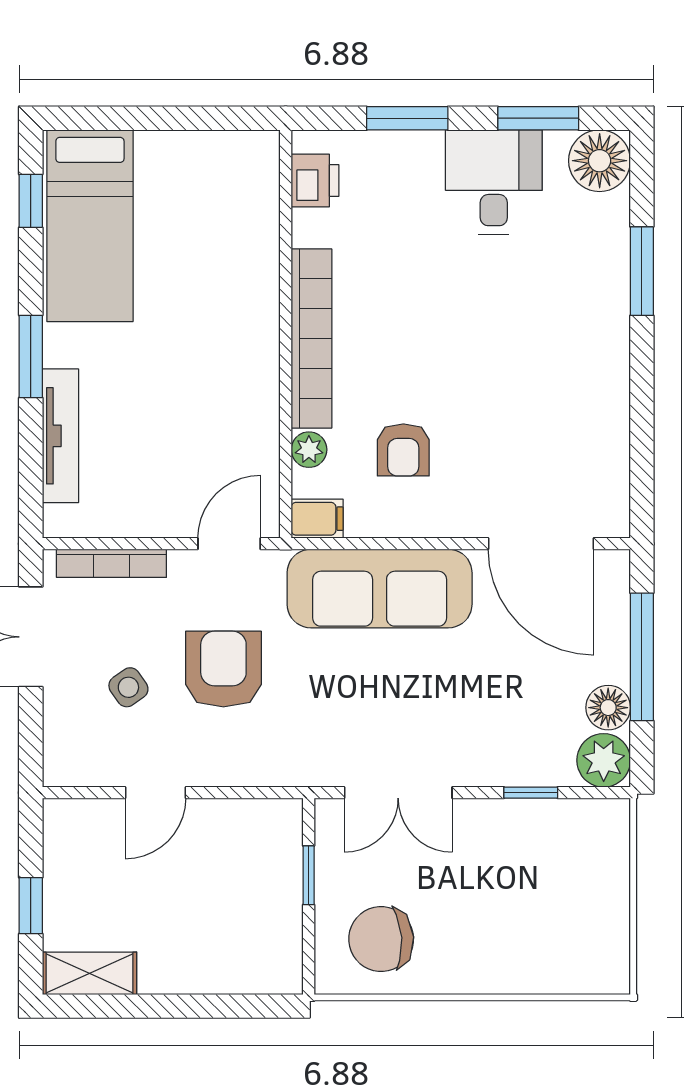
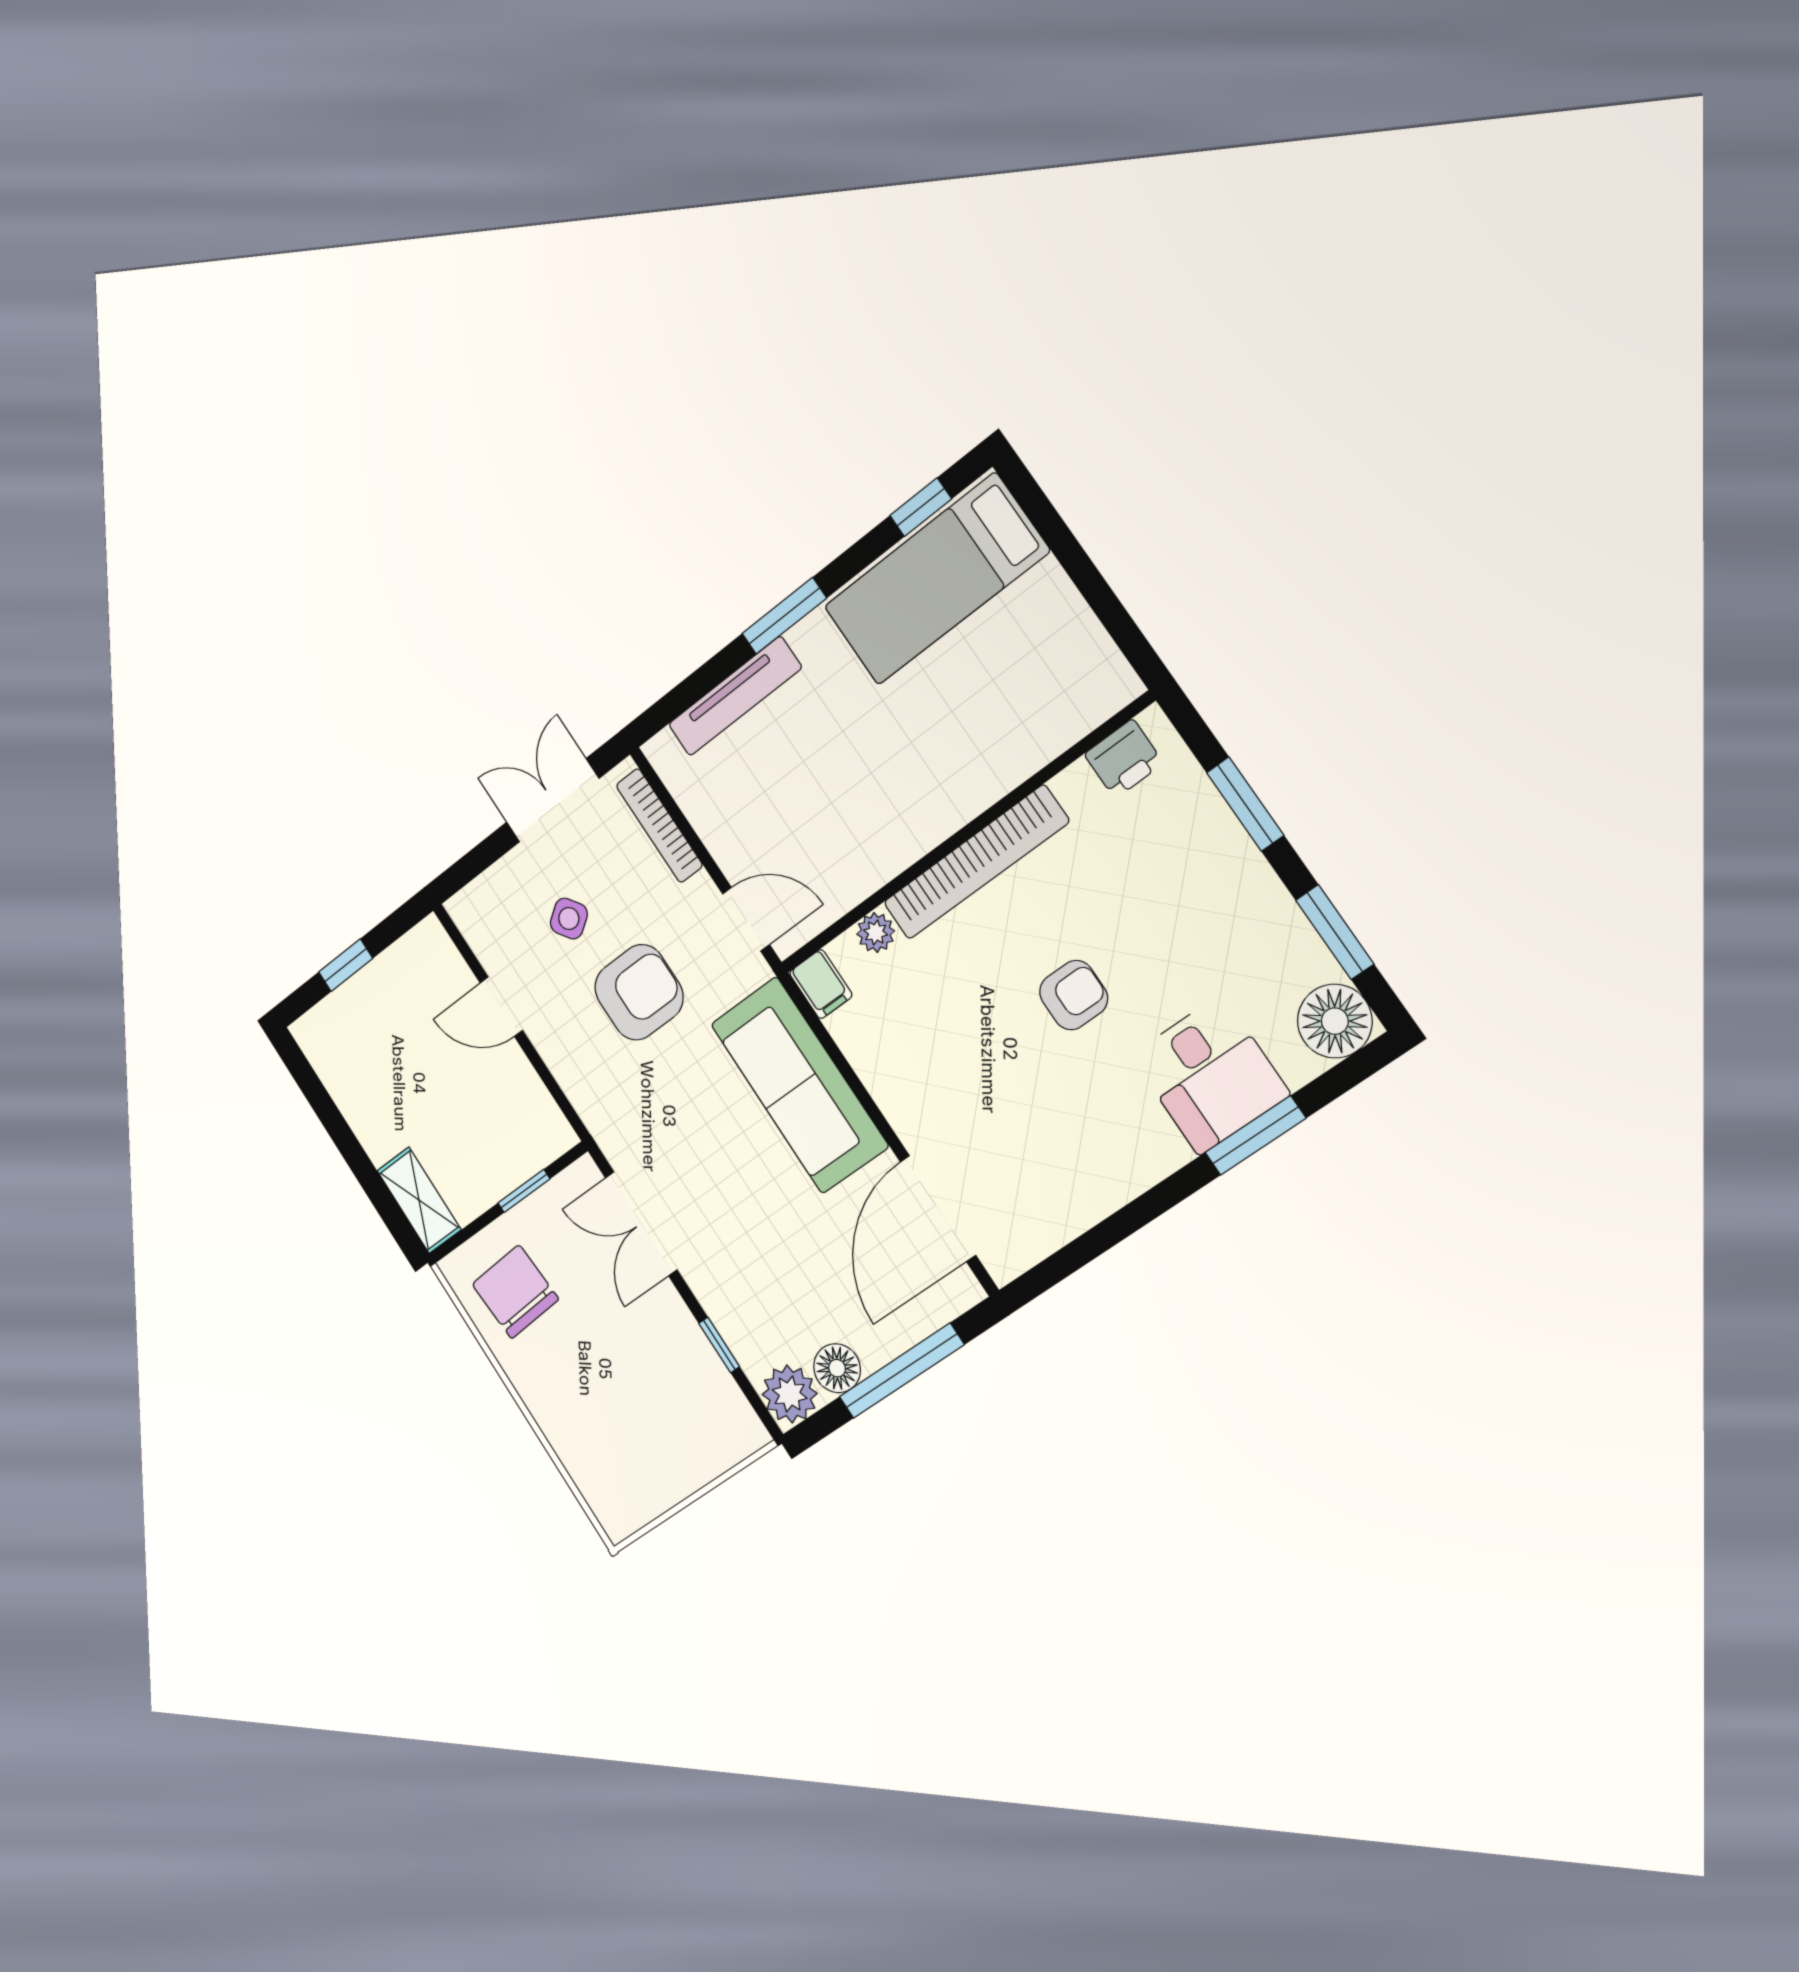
desk: (494, 182) -> (1210, 1075), moved, turned 90
armchair: (403, 450) -> (1074, 995), moved, turned 180
shelving: (89, 973) -> (419, 1200), moved

